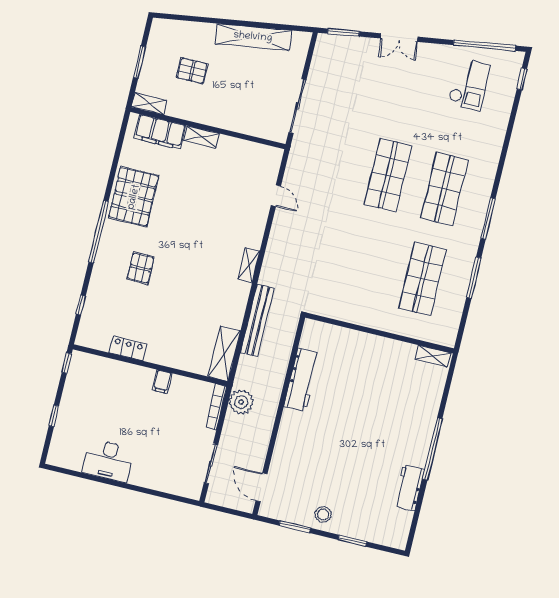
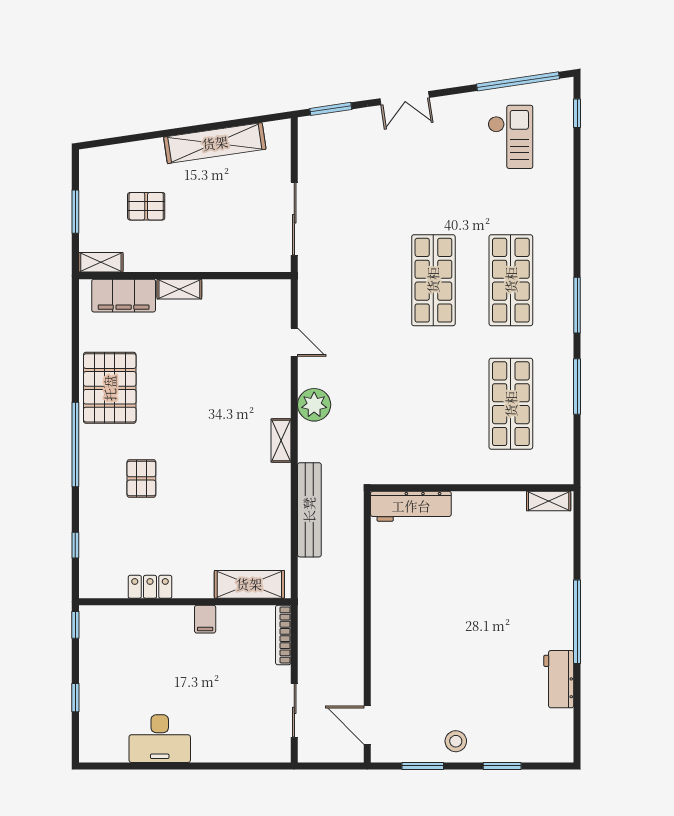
shelving: (224, 354) -> (249, 584), moved, turned 90
workbench: (302, 380) -> (411, 506), moved, turned 90
plant: (241, 402) -> (314, 405), moved

